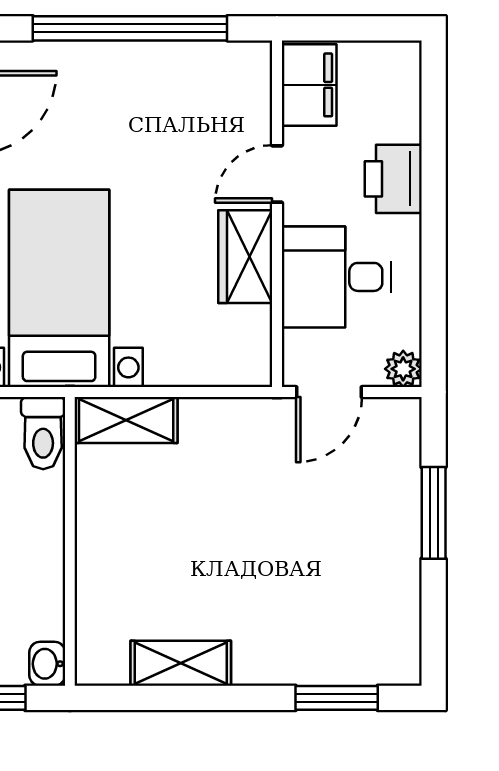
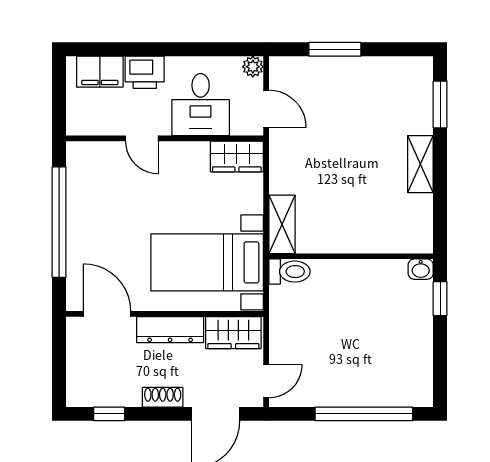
filing cabinet: (309, 85) -> (100, 72), moved, turned 180
wardrobe: (245, 257) -> (237, 156), moved
shelving: (181, 663) -> (420, 164), moved

